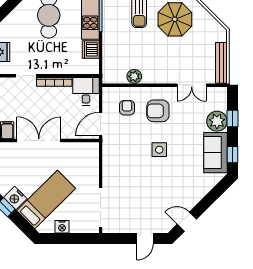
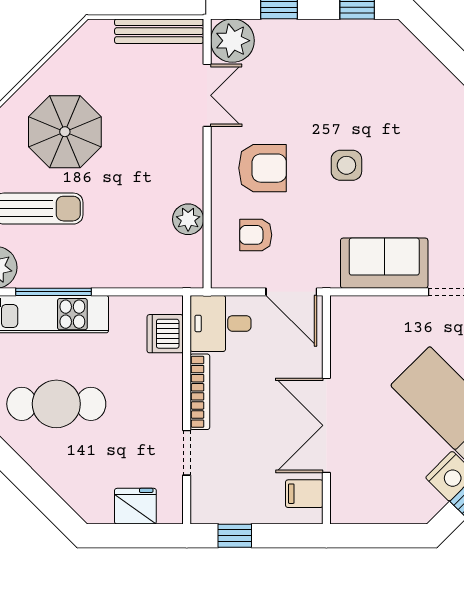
dishwasher: (91, 49) -> (165, 334), moved, turned 90
armchair: (158, 111) -> (263, 168), turned -90
plant: (217, 121) -> (232, 41), moved
sofa: (215, 153) -> (384, 263), moved, turned 180

